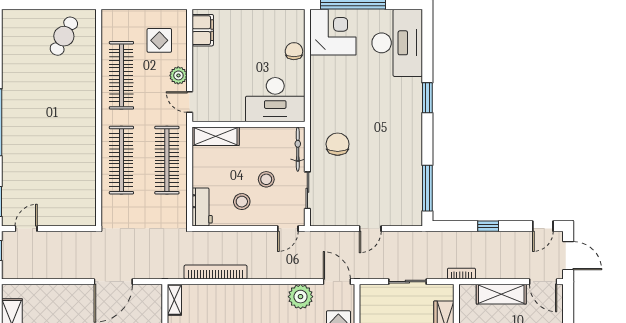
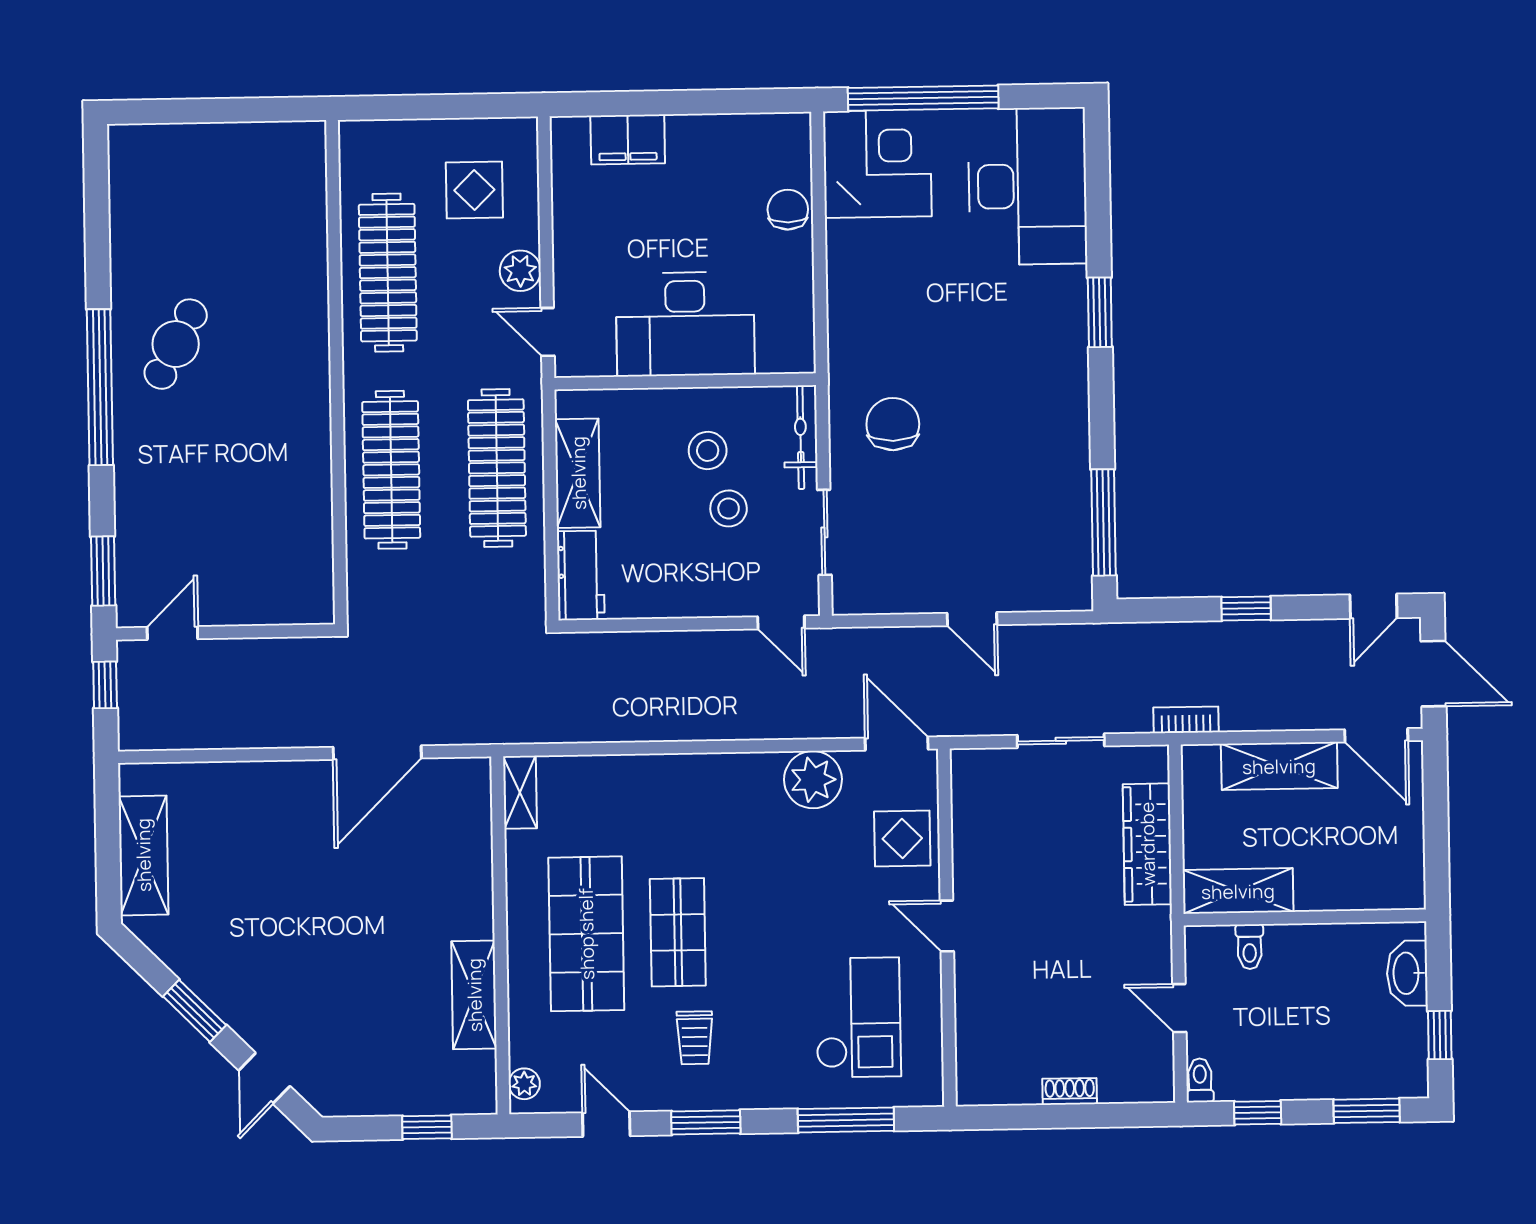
filing cabinet: (203, 30) -> (628, 139), moved, turned 90
cafe table: (64, 36) -> (176, 344), moved
desk: (275, 100) -> (685, 324), moved
shelving: (216, 136) -> (578, 473), moved, turned 90
stool: (242, 202) -> (708, 450), moved
door: (288, 229) -> (781, 622), hinge flipped
door: (370, 229) -> (972, 619), hinge flipped
bookcase: (216, 272) -> (614, 726), removed

